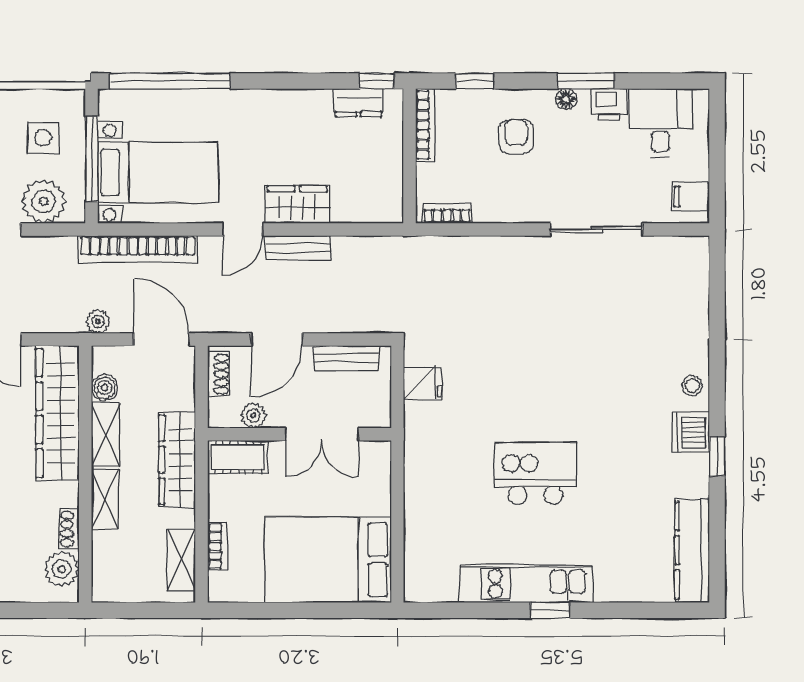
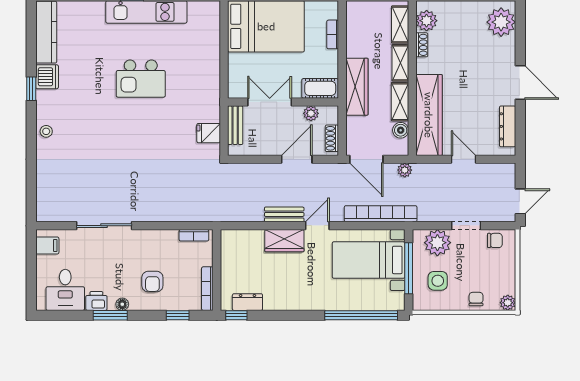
bench: (346, 358) -> (235, 125), moved, turned 90
dishwasher: (691, 432) -> (47, 77), moved
shelving: (182, 560) -> (400, 24), moved

